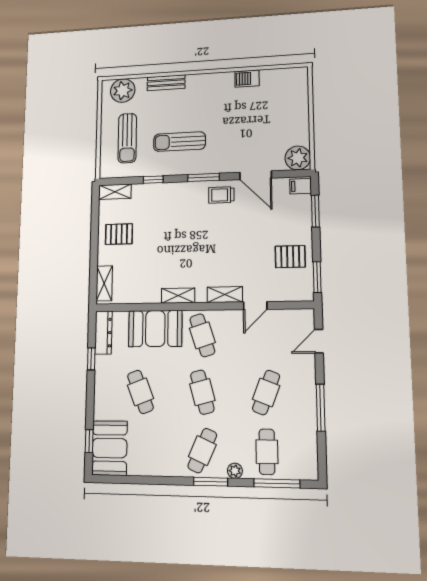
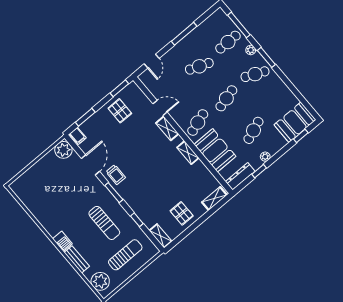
barbecue: (247, 79) -> (62, 241), moved
door: (319, 341) -> (152, 61), hinge flipped
plant: (101, 380) -> (265, 157), added

